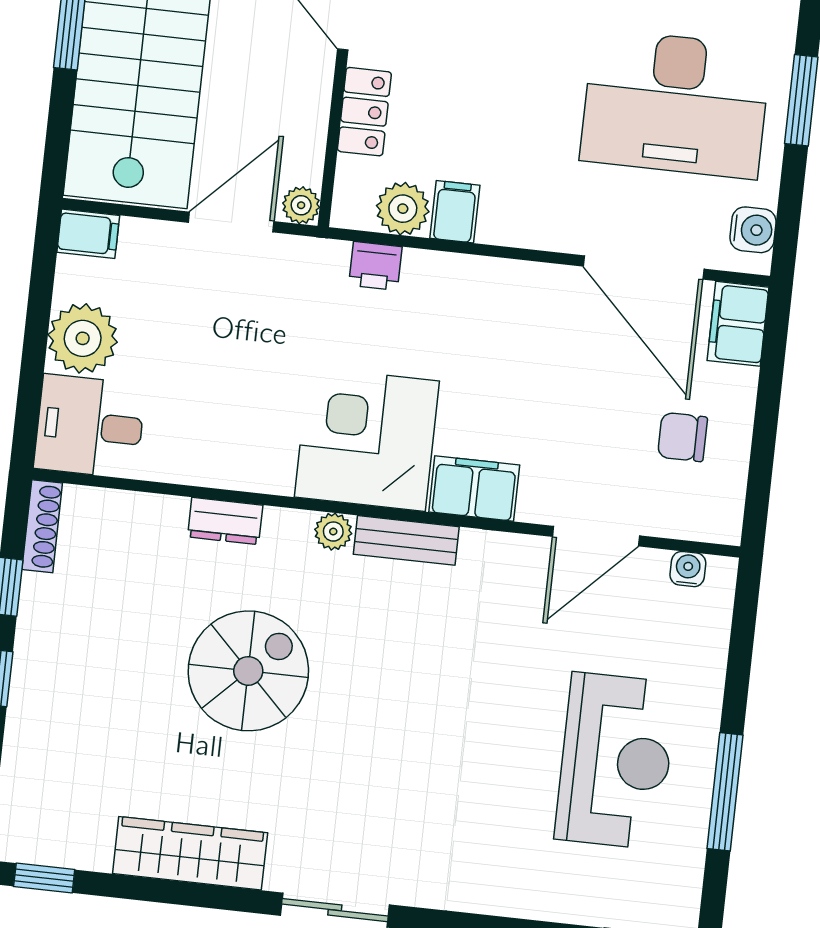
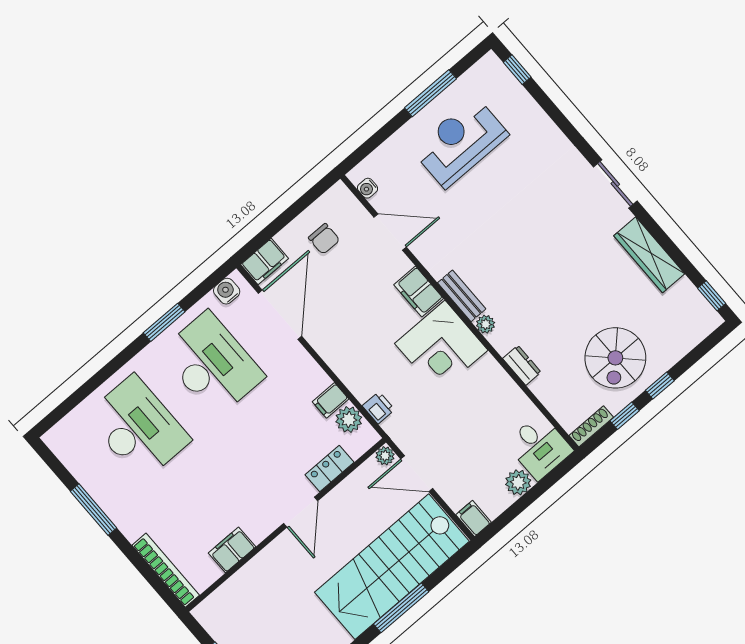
plant: (83, 338) -> (518, 482), width x0.73, depth x0.73
spiral stairs: (248, 671) -> (615, 358), moved, turned -90

